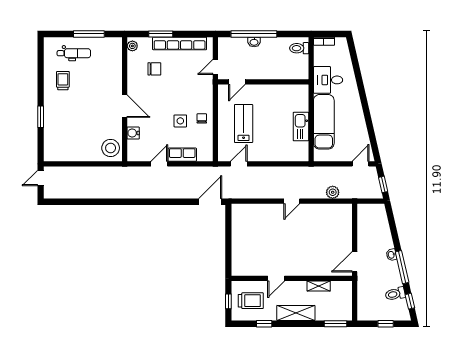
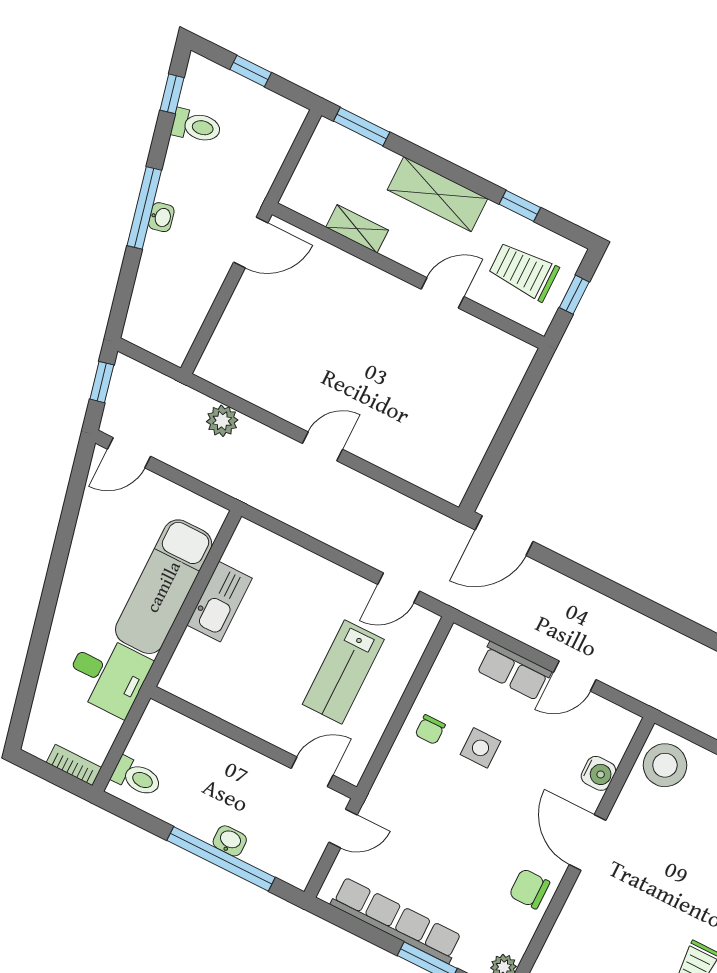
chair: (154, 69) -> (529, 889), moved
window: (402, 267) -> (144, 208), moved

